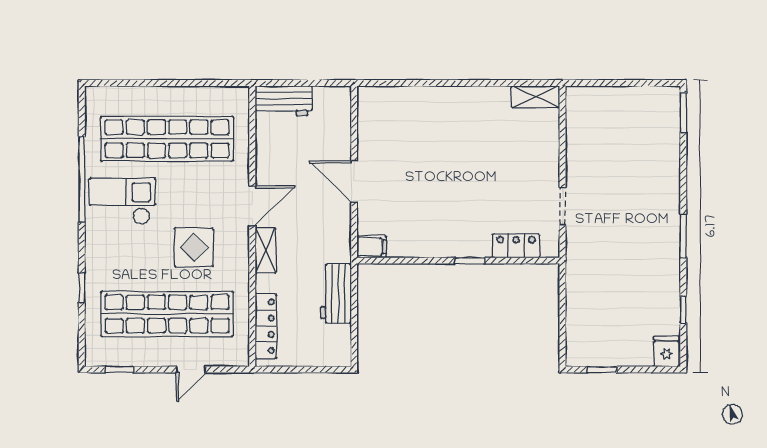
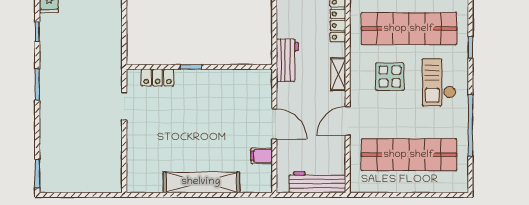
shelving: (536, 97) -> (201, 182), moved, width x2.20, depth x1.33
workbench: (284, 101) -> (317, 182), width x1.38
checkout: (122, 201) -> (439, 82), moved, turned 90
door: (252, 206) -> (348, 121), moved
filing cabinet: (372, 247) -> (262, 156), moved
workbench: (336, 294) -> (287, 60), moved

